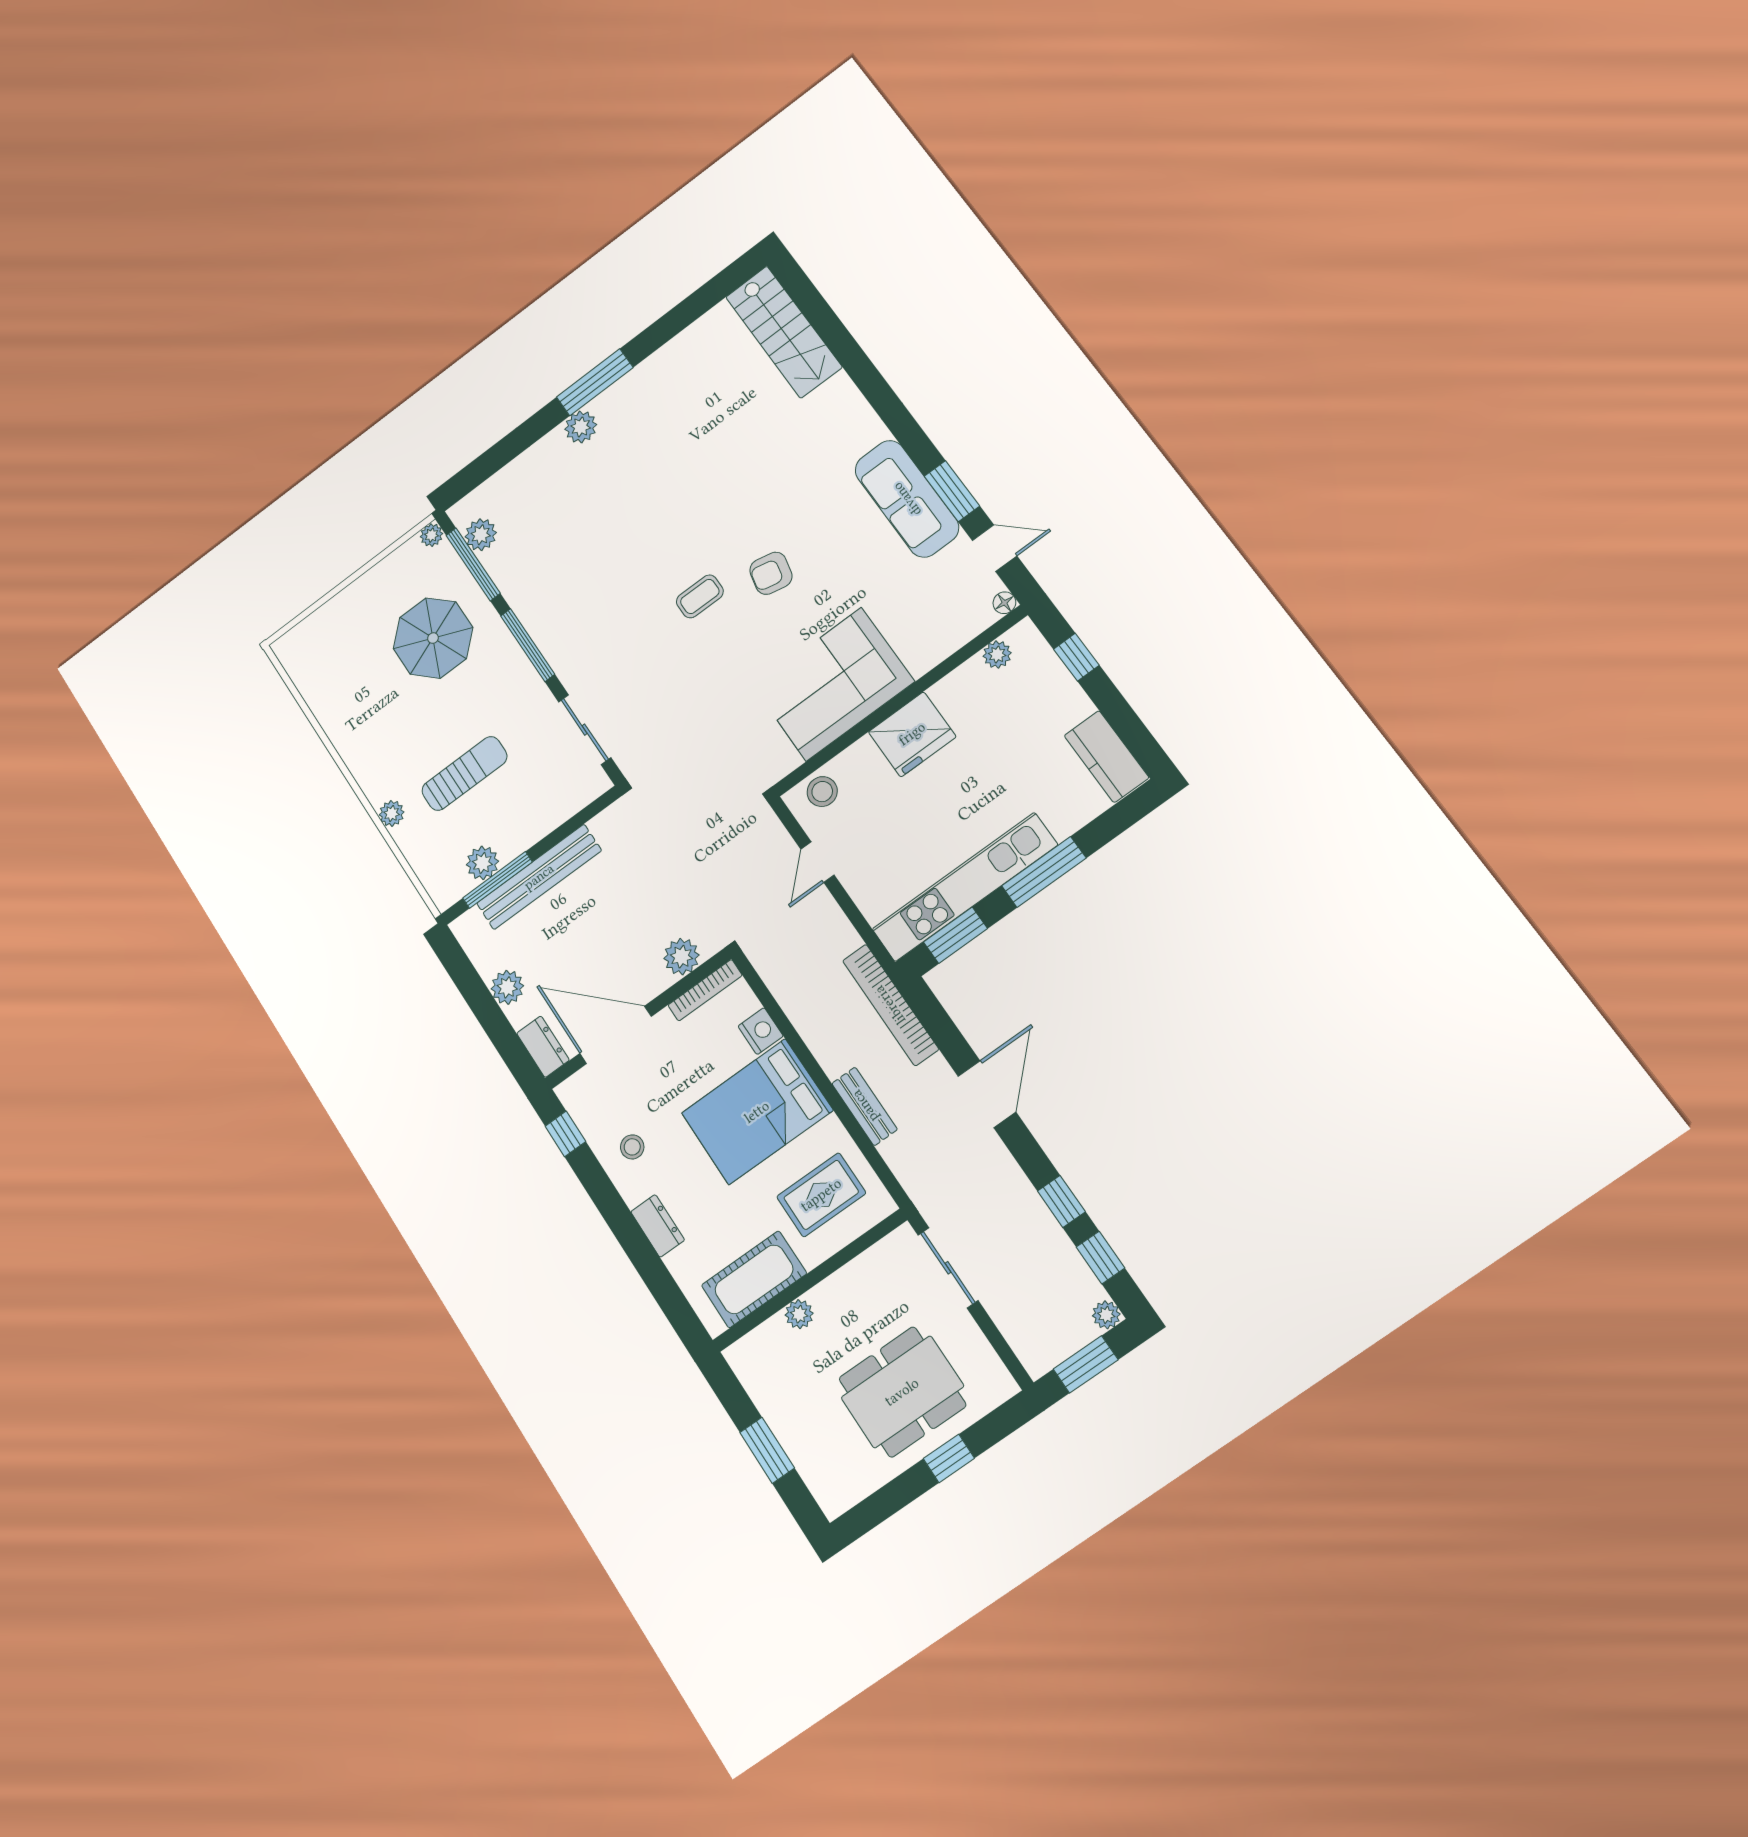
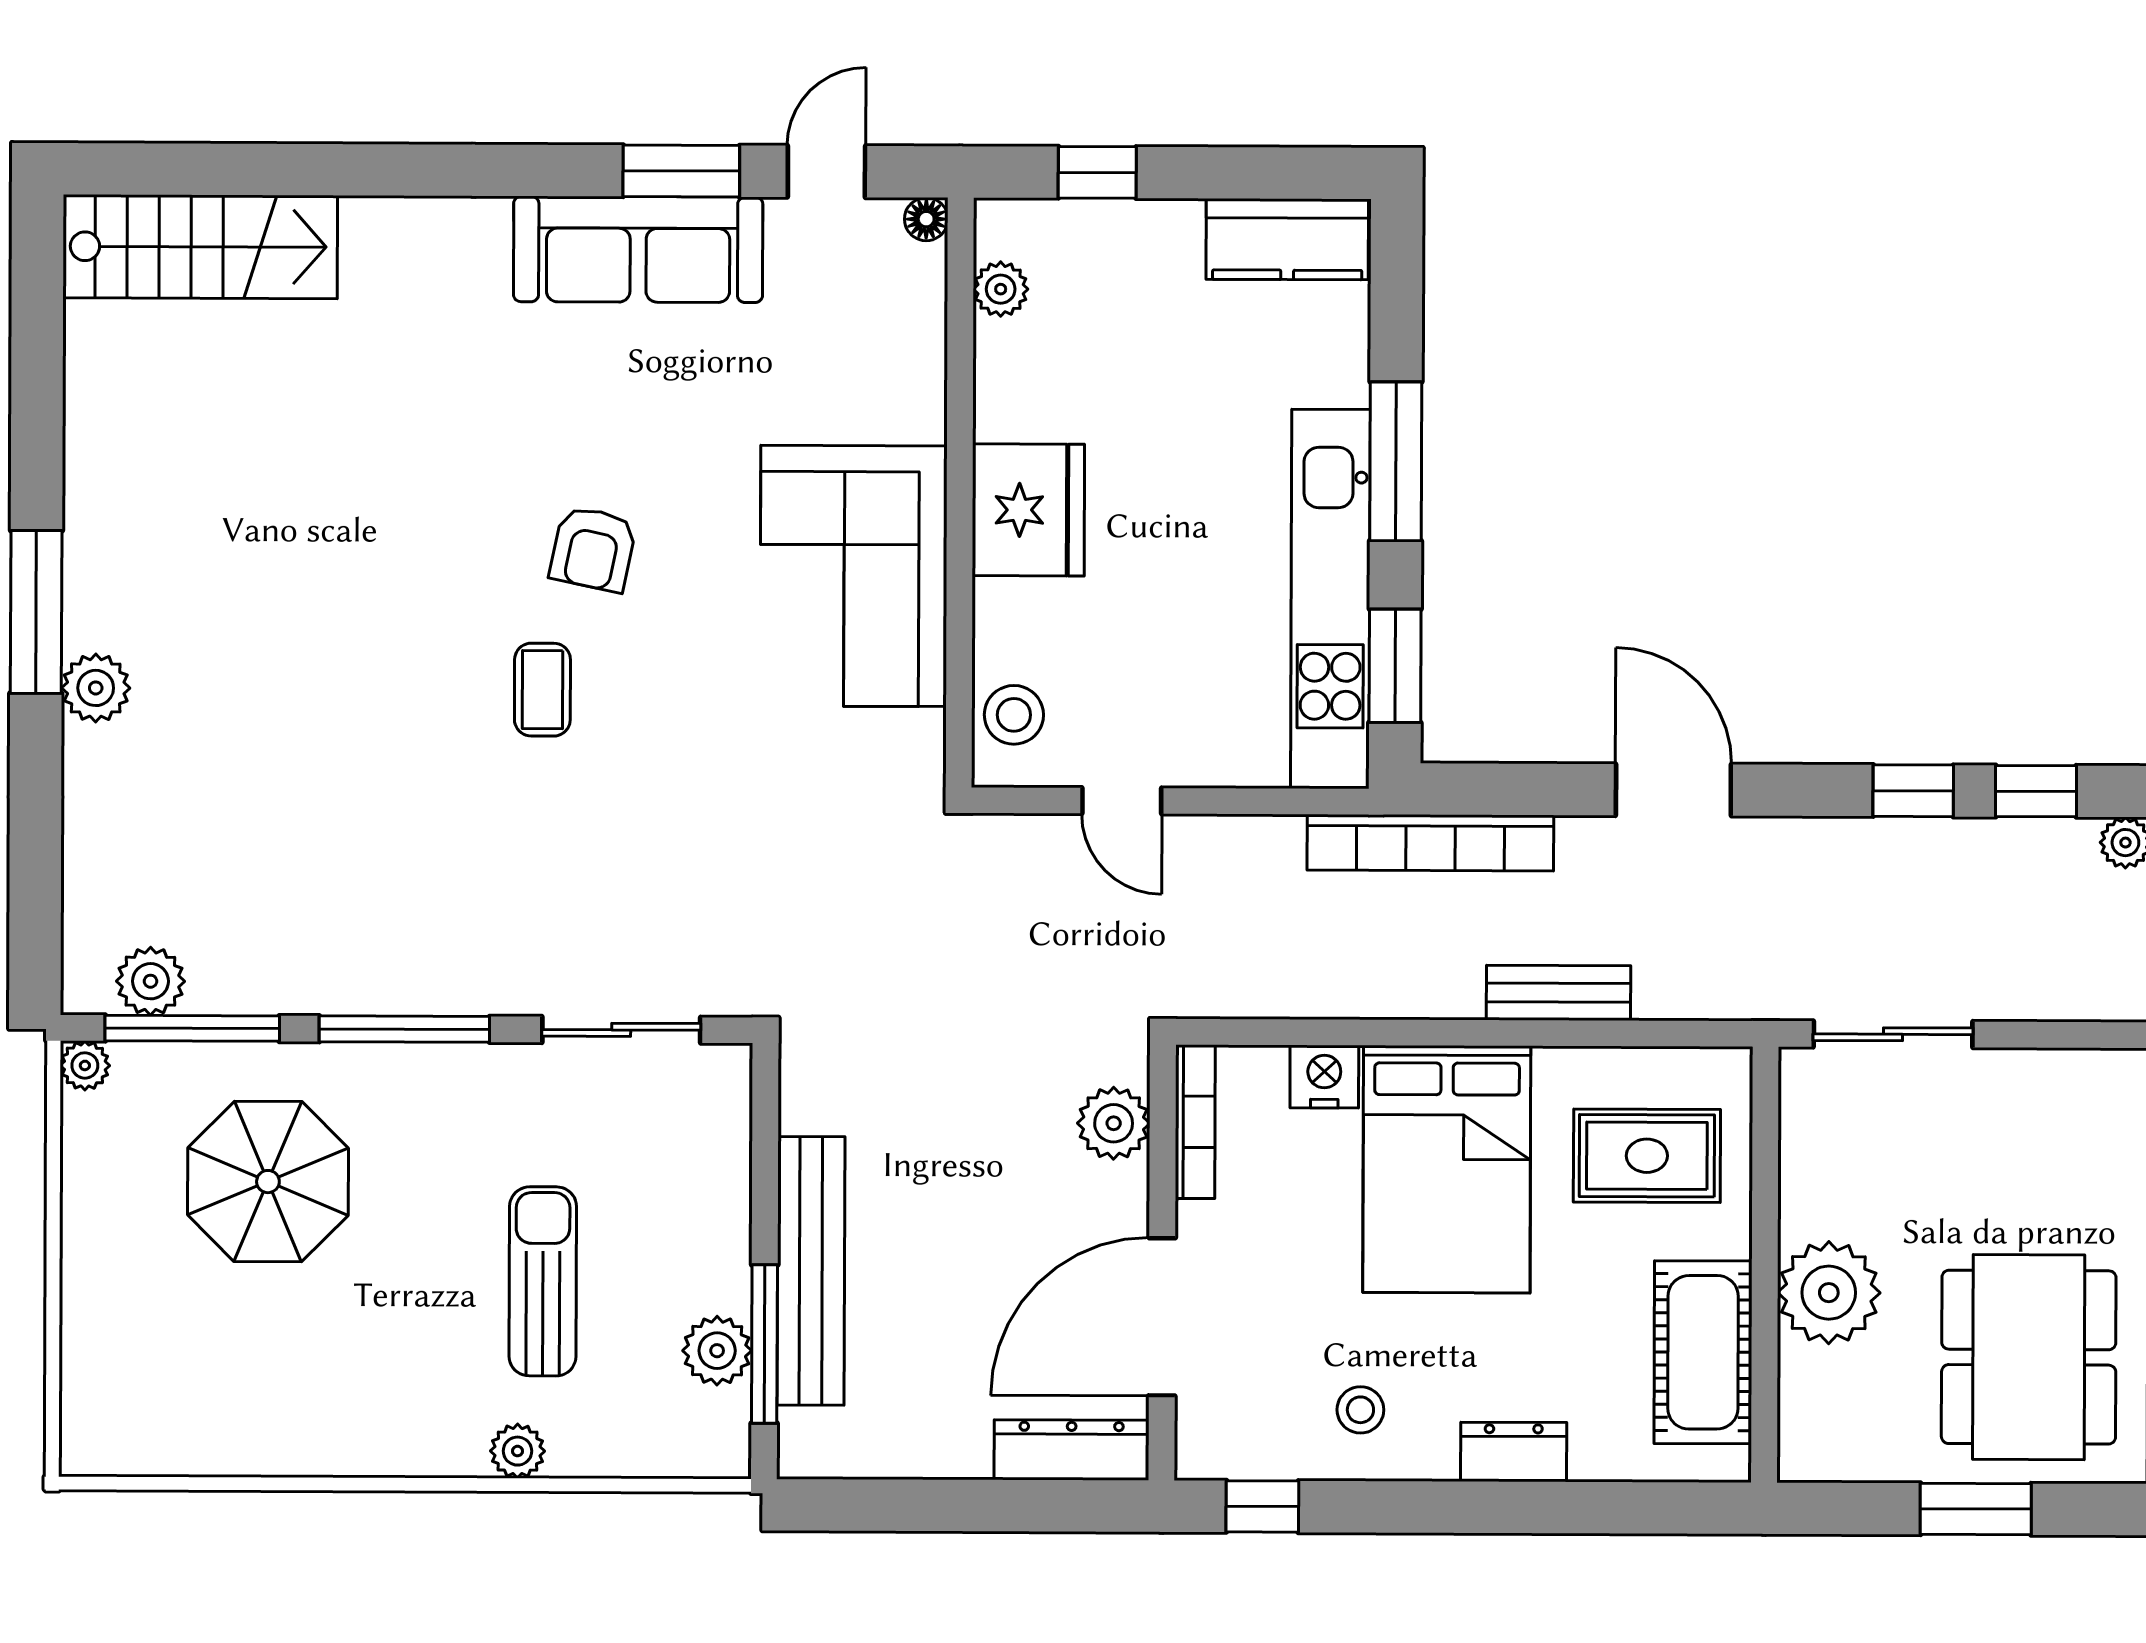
plant: (507, 987) -> (955, 1445), removed
dresser: (543, 1047) -> (1072, 1450), width x1.44
rug: (821, 1195) -> (1647, 1156), turned 90
plant: (799, 1314) -> (1829, 1293), width x1.88, depth x1.88
dining table: (902, 1392) -> (2029, 1357), moved

